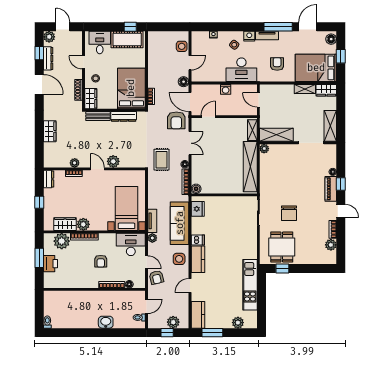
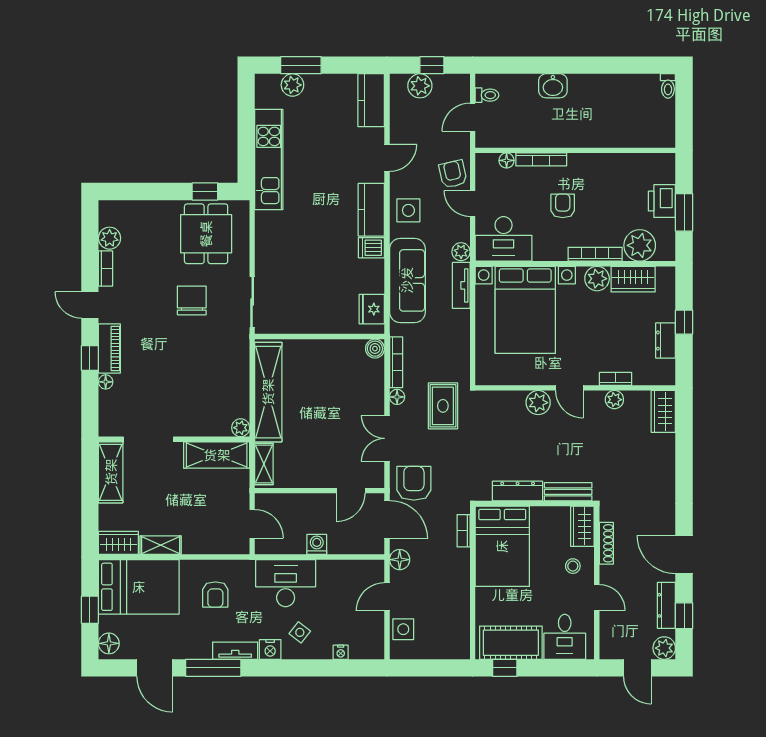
door: (308, 27) -> (155, 668), hinge flipped
wardrobe: (50, 131) -> (663, 411), moved
dresser: (49, 179) -> (666, 341), moved
bed with nightstands: (127, 208) -> (525, 310), width x1.36
window: (212, 333) -> (301, 65), moved

